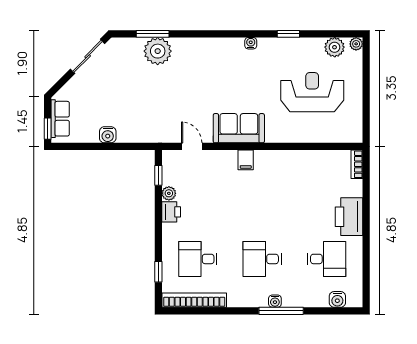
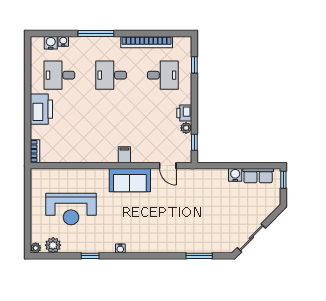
plant: (158, 51) -> (195, 242), removed
row of seats: (60, 119) -> (258, 176), moved, turned -90
desk: (262, 259) -> (111, 75), turned 180
bookcase: (194, 300) -> (147, 42), moved
water cooler: (275, 301) -> (63, 41), moved

